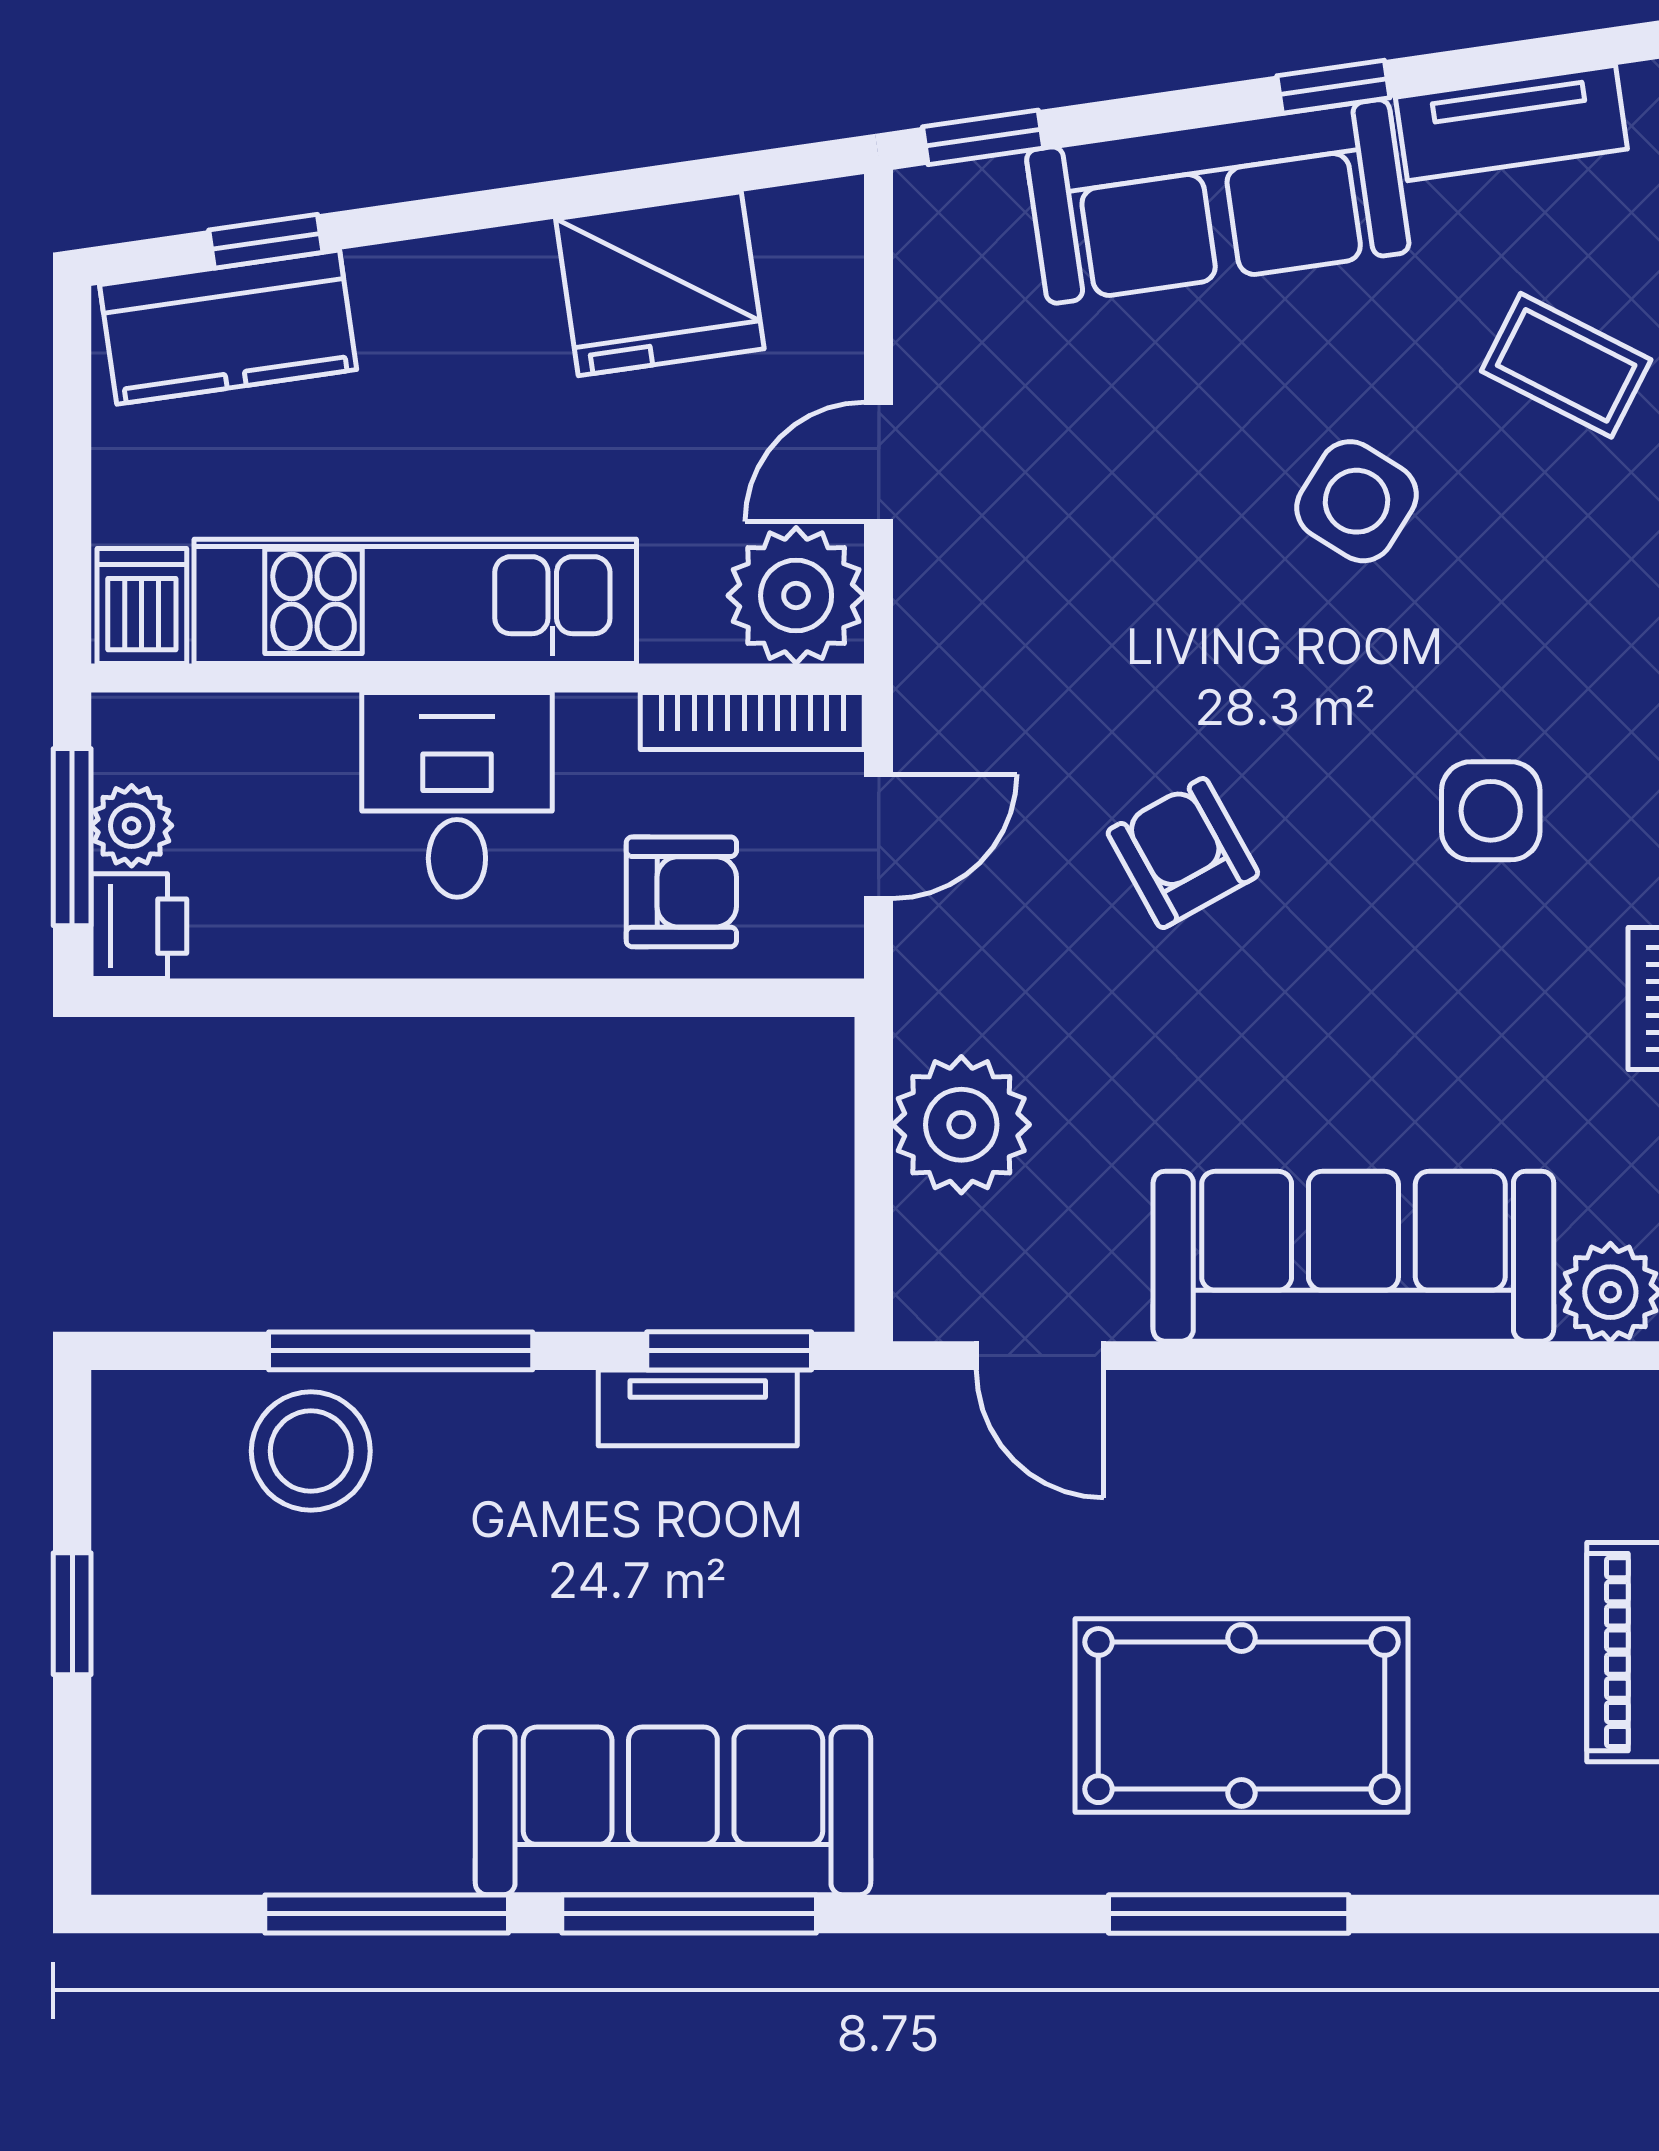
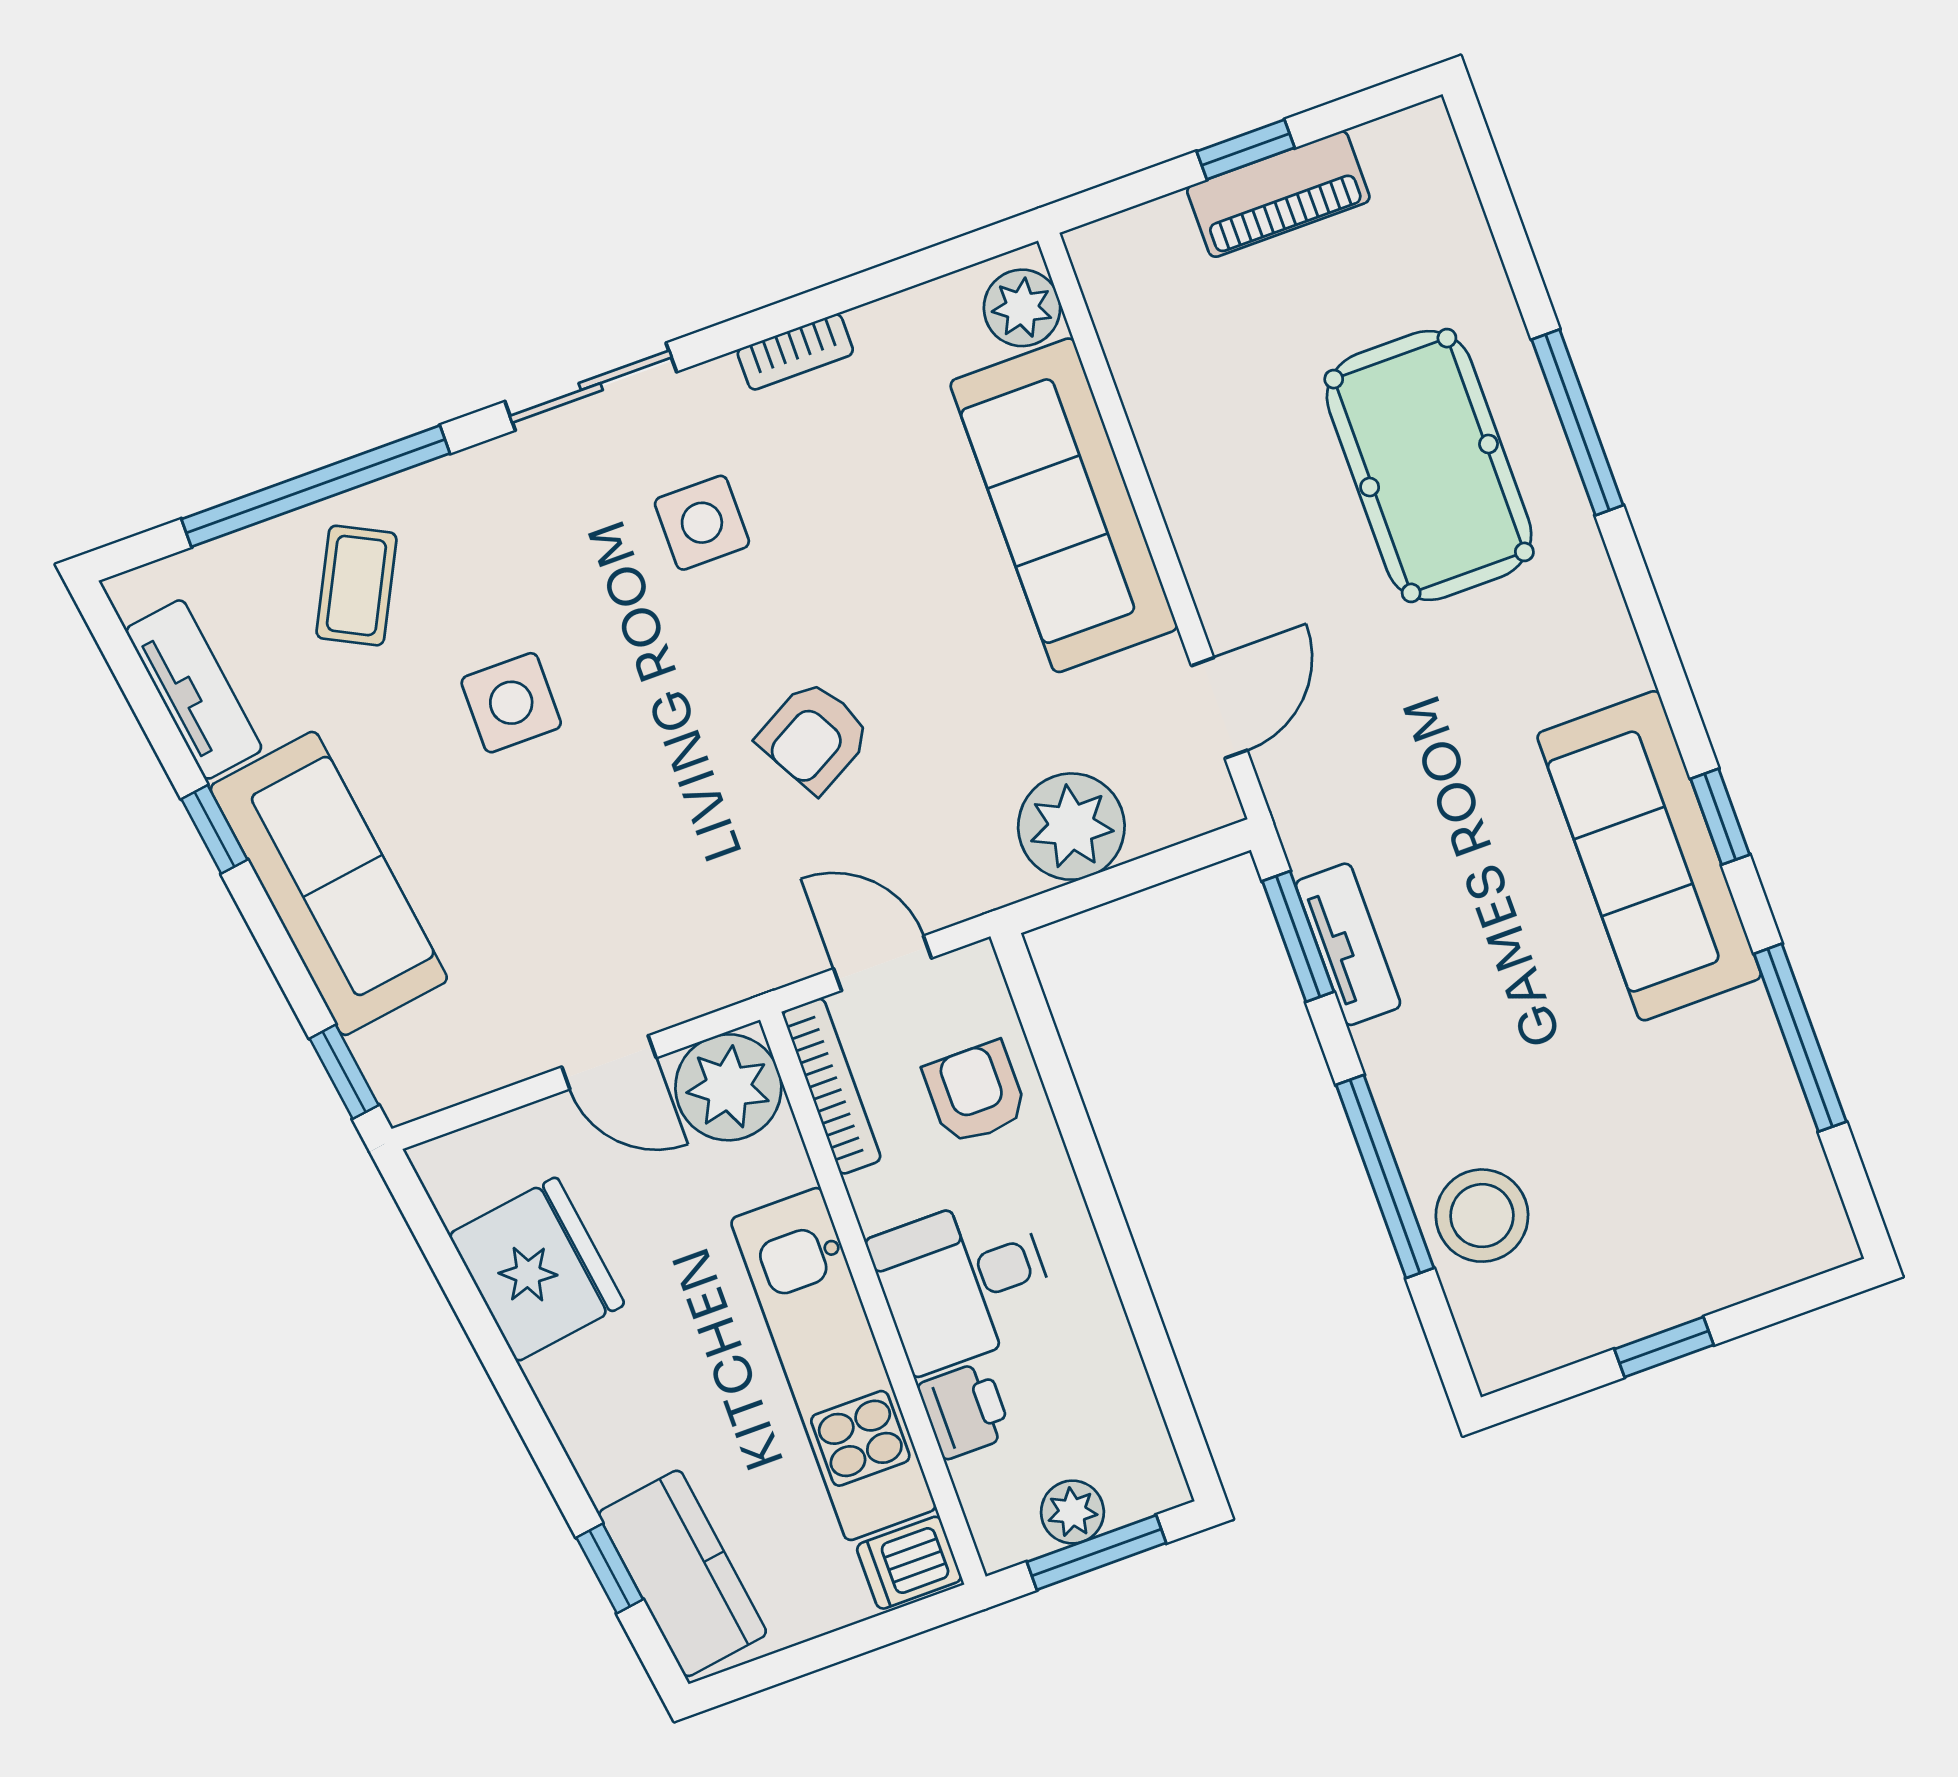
side table: (1356, 501) -> (511, 703), turned -32
printer: (139, 926) -> (965, 1410), moved, turned 90
window: (689, 1914) -> (1720, 817), width x0.46

